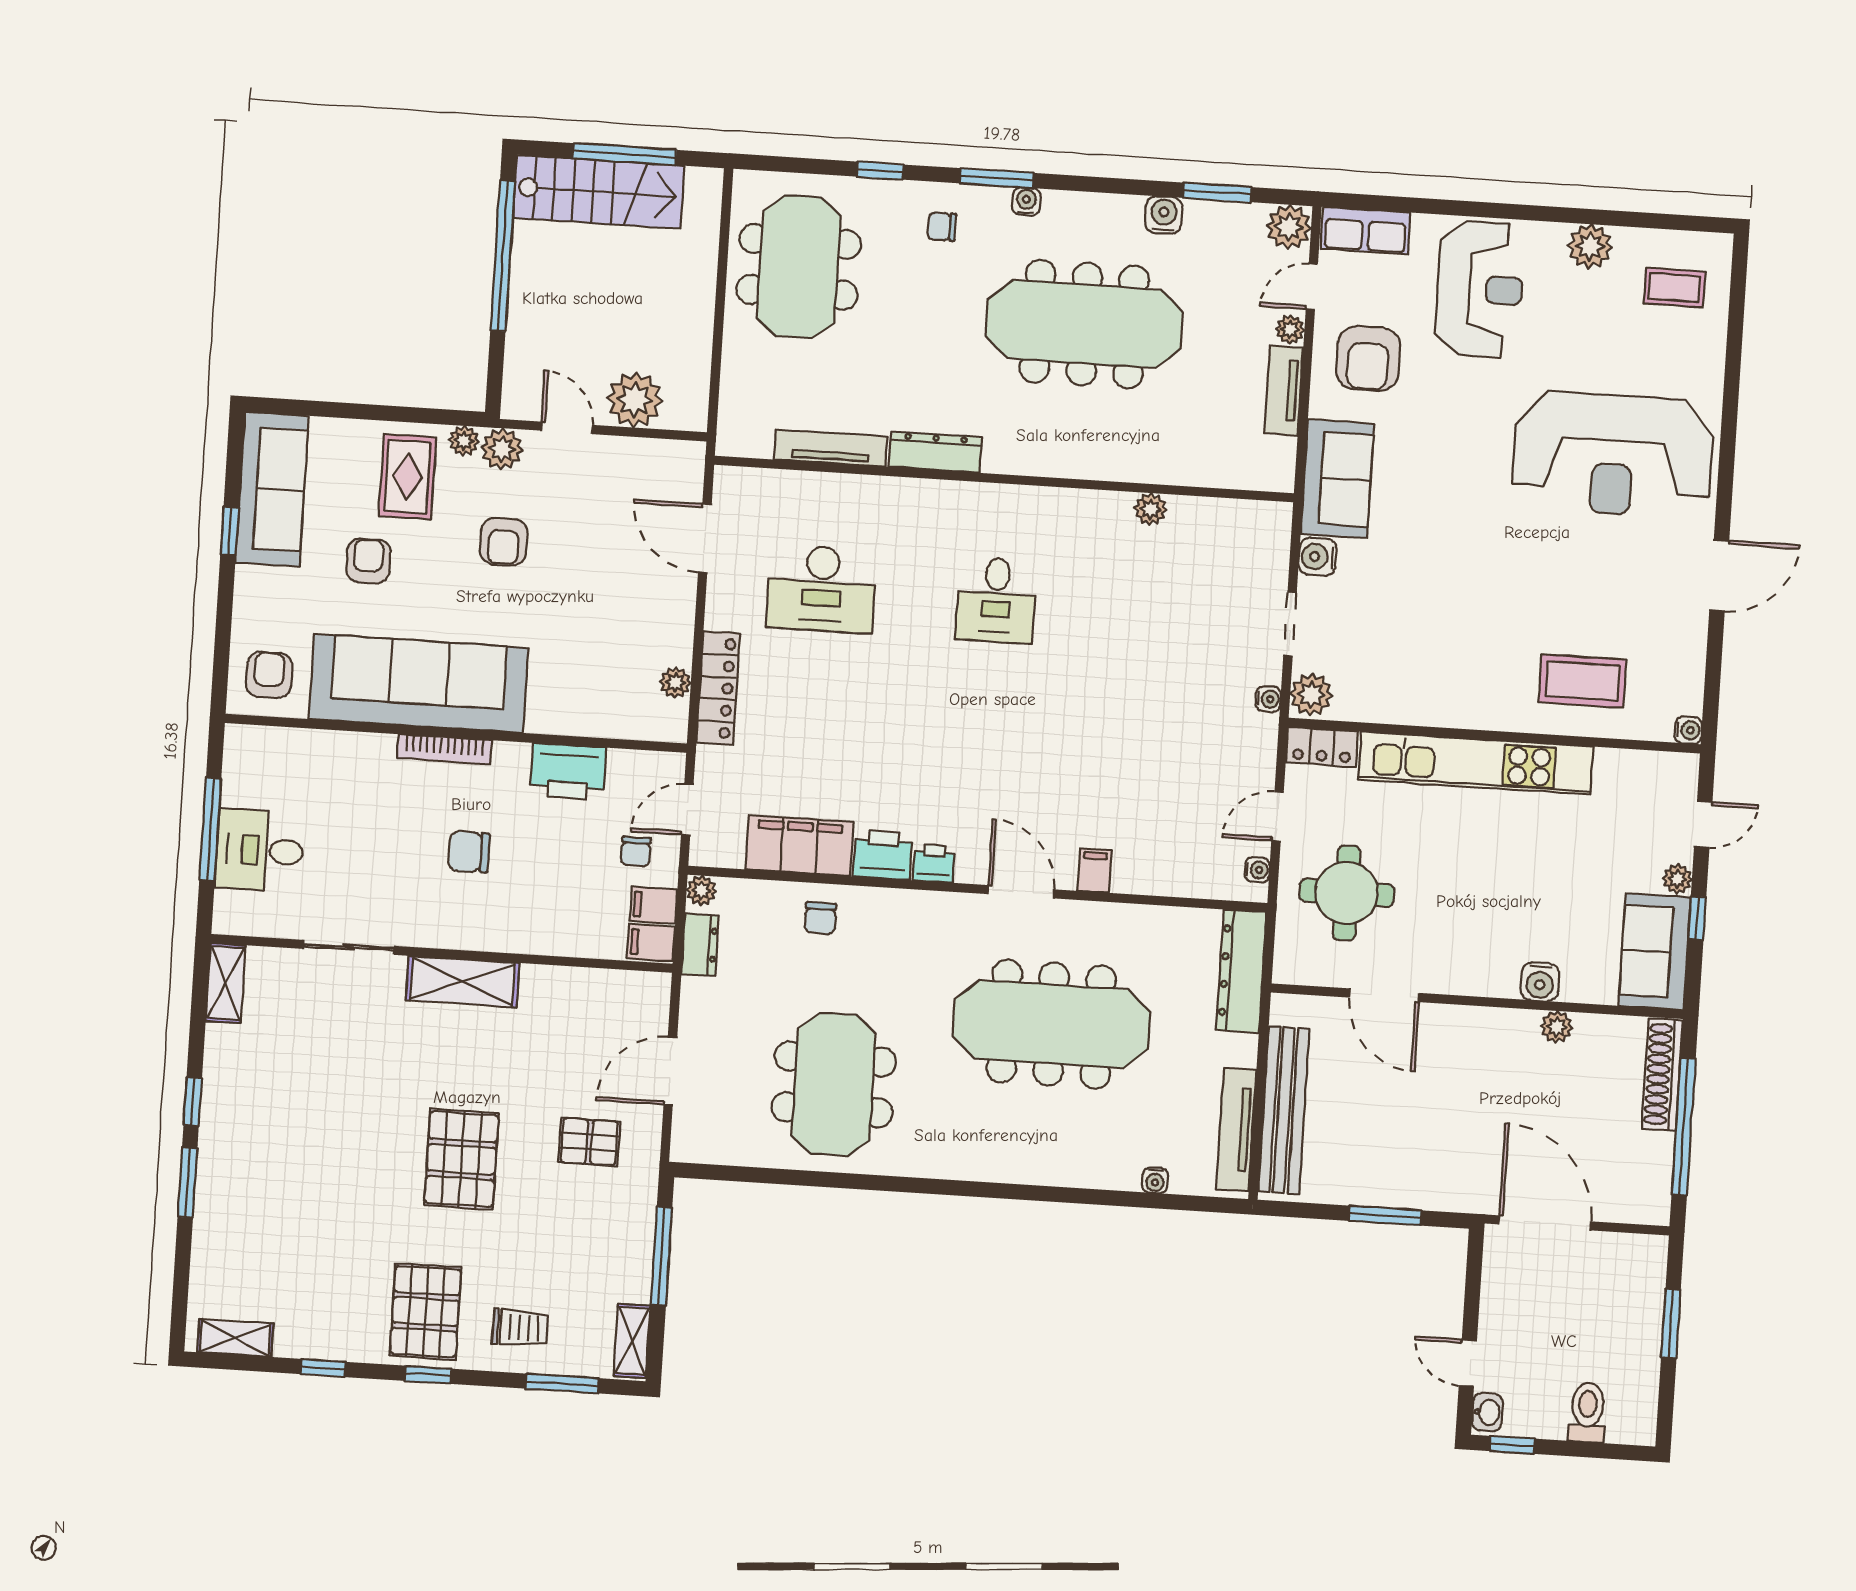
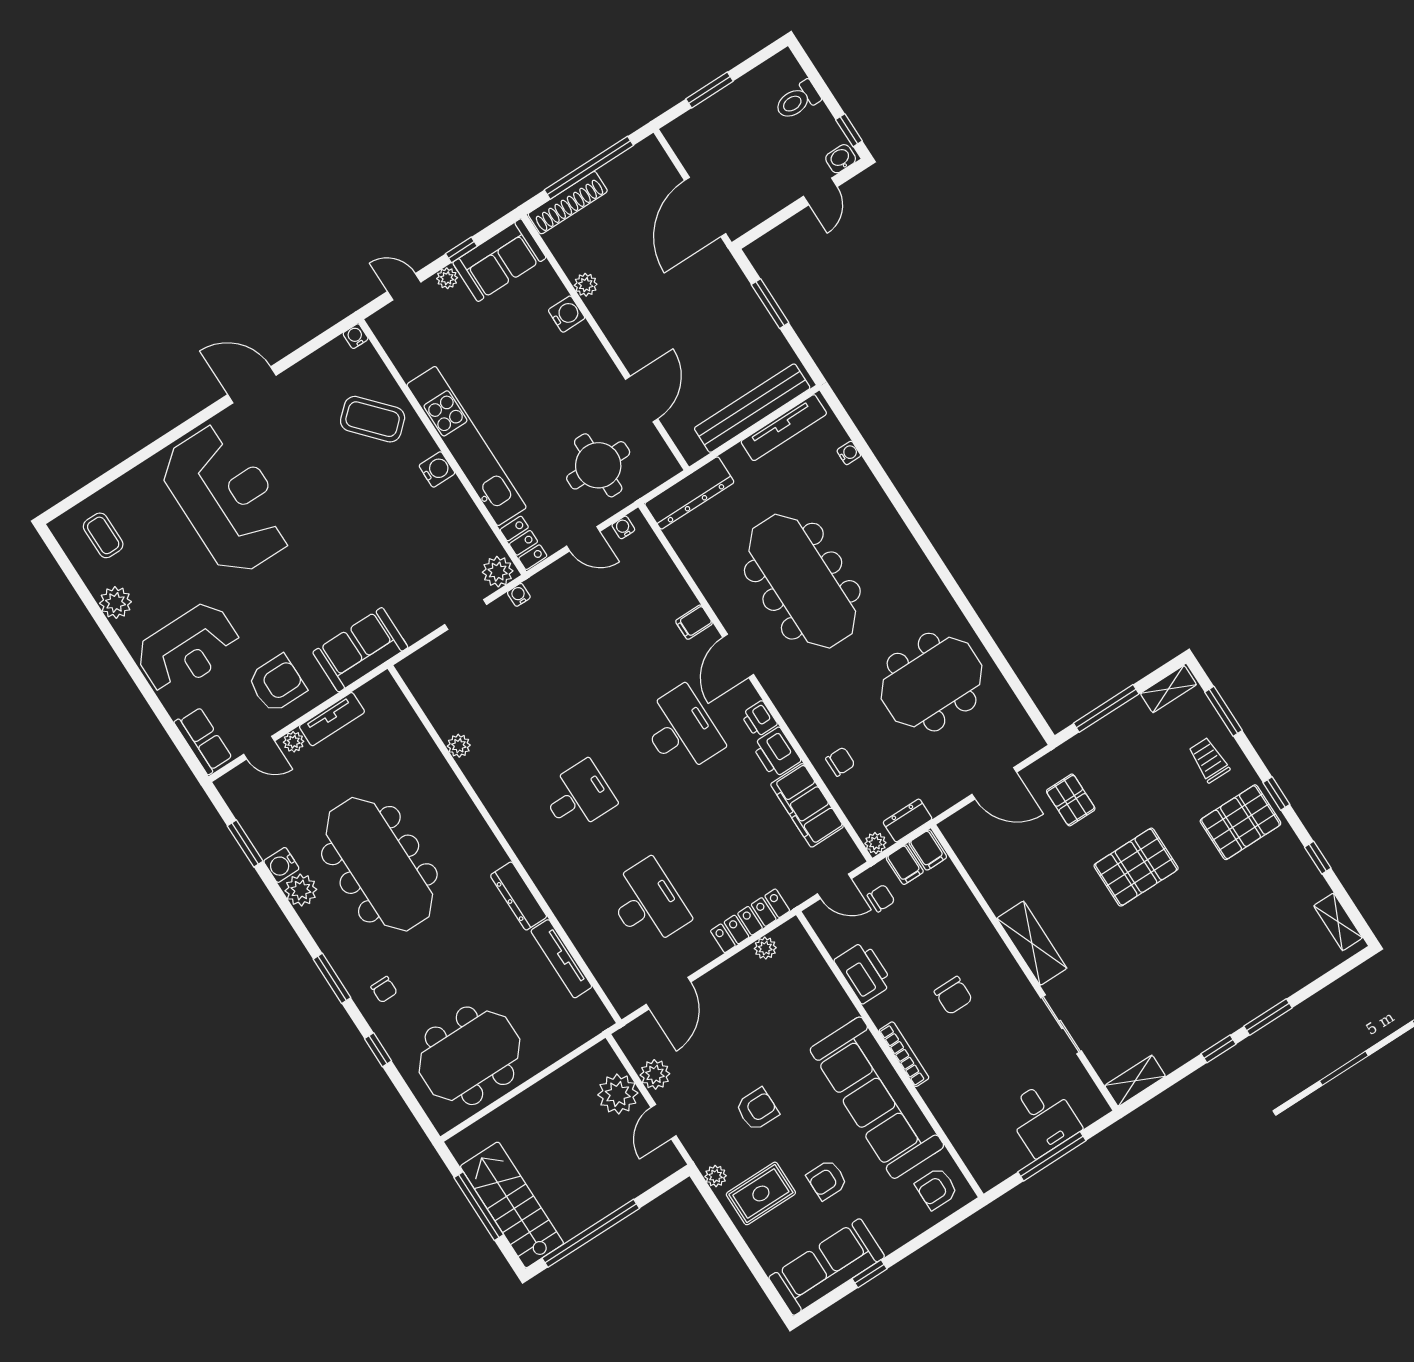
water cooler: (1026, 202) -> (333, 951), removed
plant: (1289, 227) -> (301, 890), moved
reception desk: (1480, 289) -> (188, 648), turned 180
plant: (502, 449) -> (655, 1074), moved
water cooler: (1318, 557) -> (437, 469), moved, turned -90
coffee table: (1582, 681) -> (373, 419), turned -42
desk: (985, 768) -> (681, 730), added

